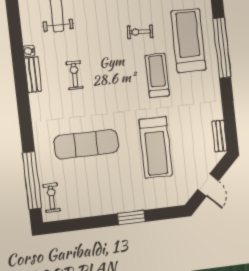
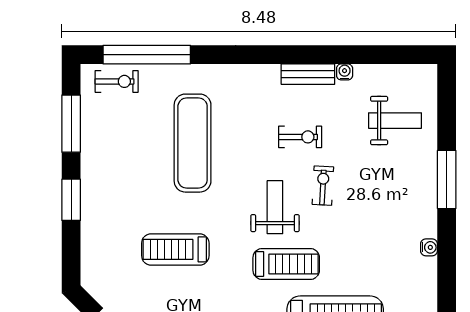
exercise bike: (140, 32) -> (323, 186), moved
weight bench: (122, 87) -> (275, 207), added
treadmill: (156, 147) -> (175, 249), width x0.73, depth x0.73
window: (82, 224) -> (71, 124), added

